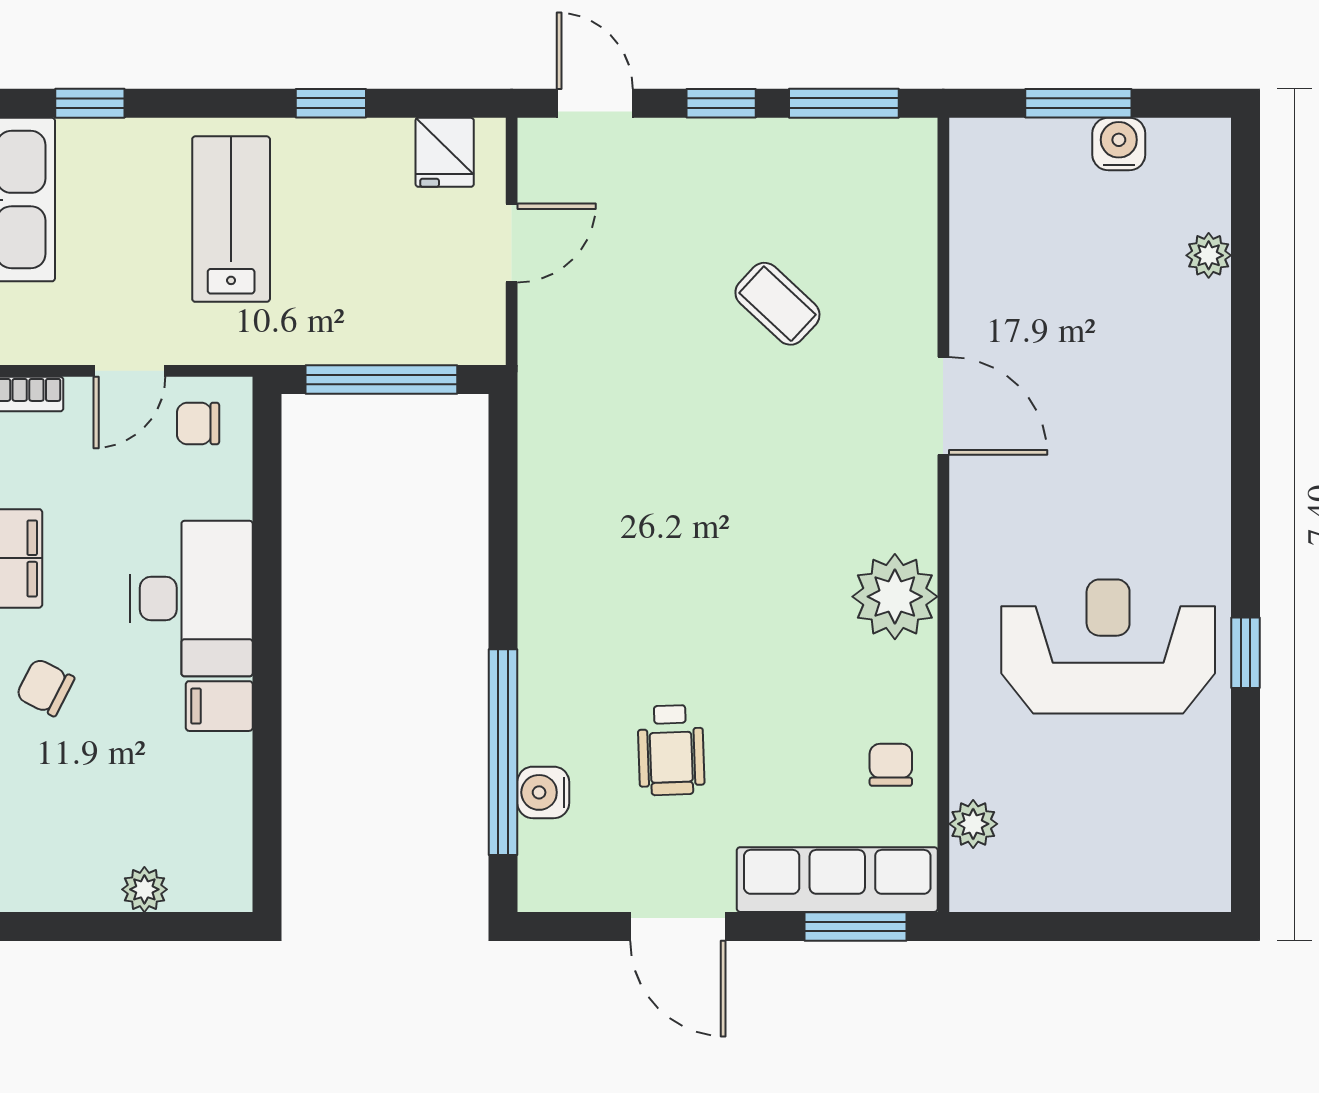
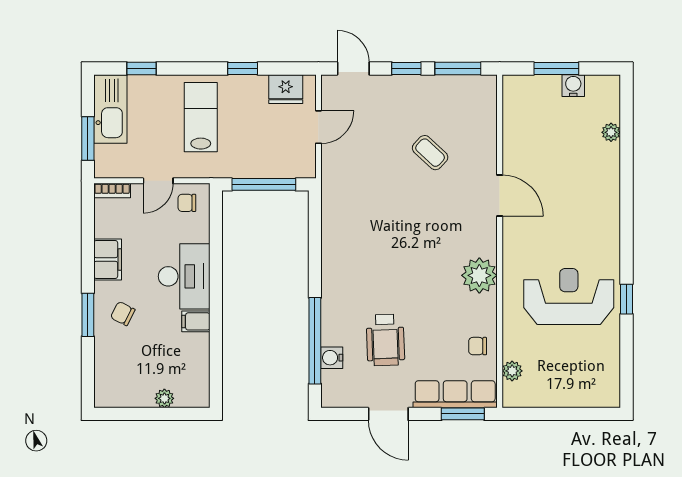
fridge: (445, 152) -> (286, 89), width x1.38
wheelchair: (671, 750) -> (385, 340), width x1.36, depth x1.37
chair: (891, 765) -> (478, 346), turned -90

